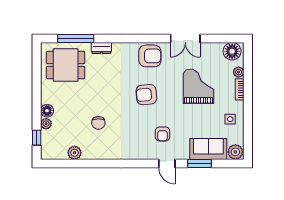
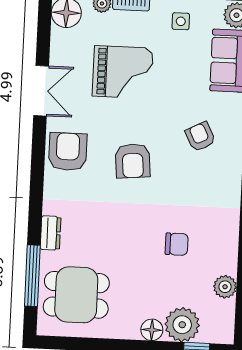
dining table: (66, 65) -> (76, 295), turned 90
grand piano: (199, 86) -> (123, 72), turned 180
plant: (46, 124) -> (182, 325), width x1.88, depth x1.88
armchair: (163, 134) -> (200, 137), turned -117

